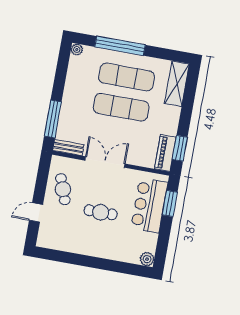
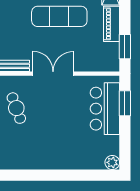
piano: (165, 153) -> (111, 24), moved
cafe table: (101, 212) -> (58, 124), removed

